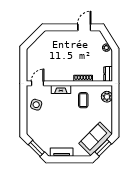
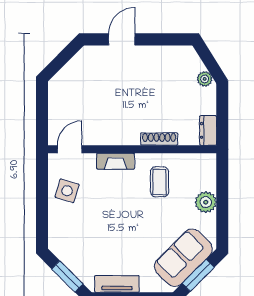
door: (84, 27) -> (122, 39), moved
plant: (107, 97) -> (206, 202), moved

